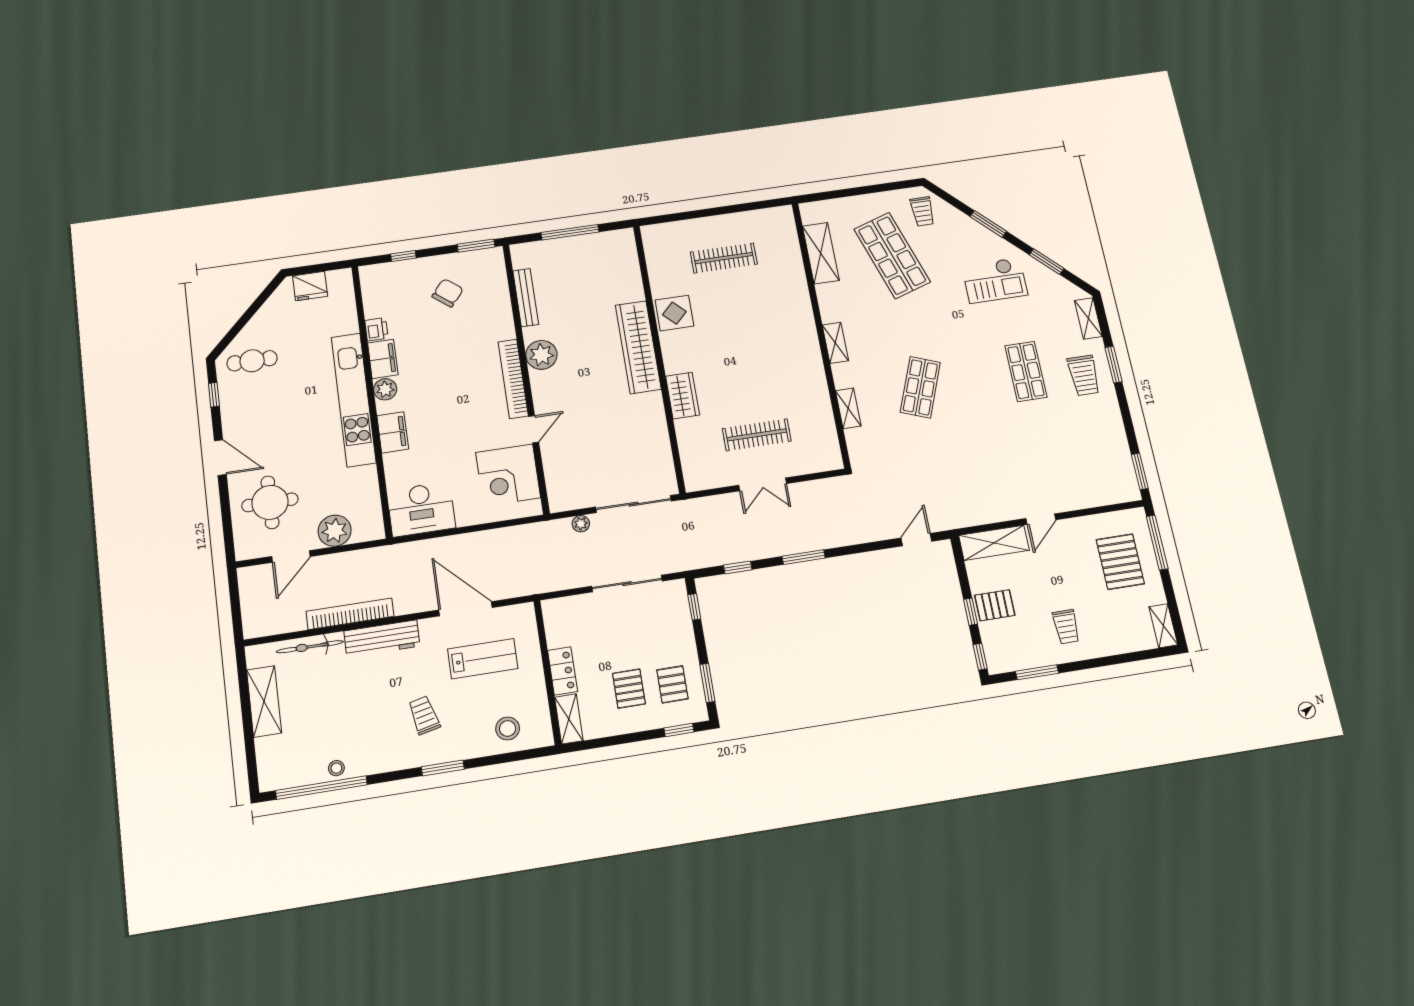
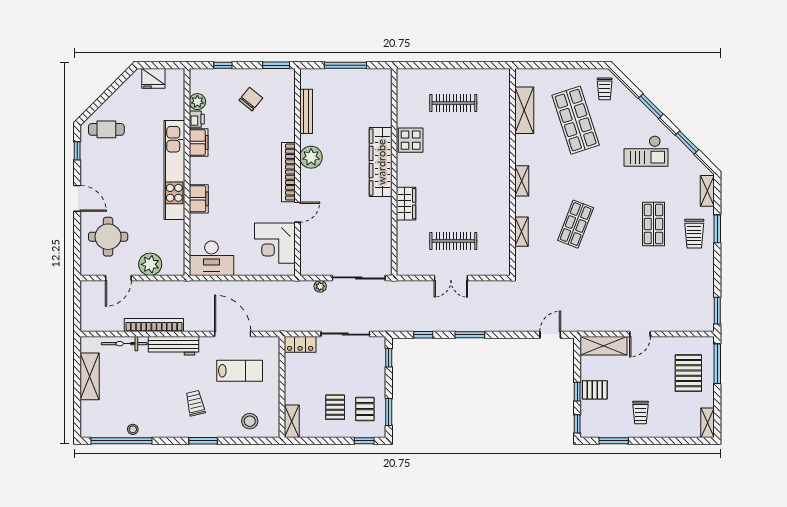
plant: (385, 389) -> (197, 102), moved
locker: (563, 671) -> (300, 344), moved, turned 90

